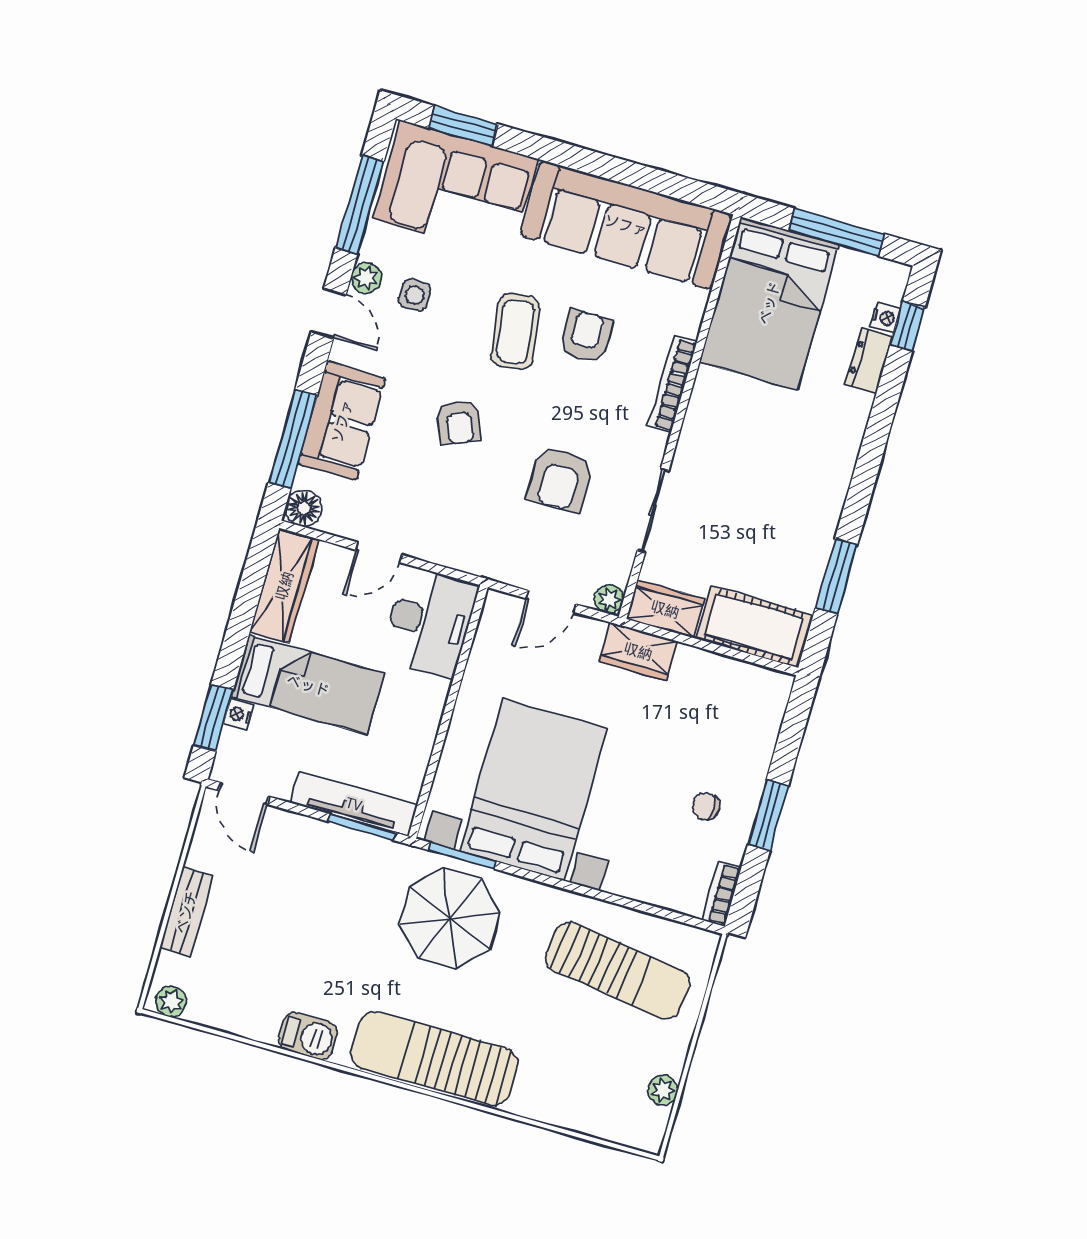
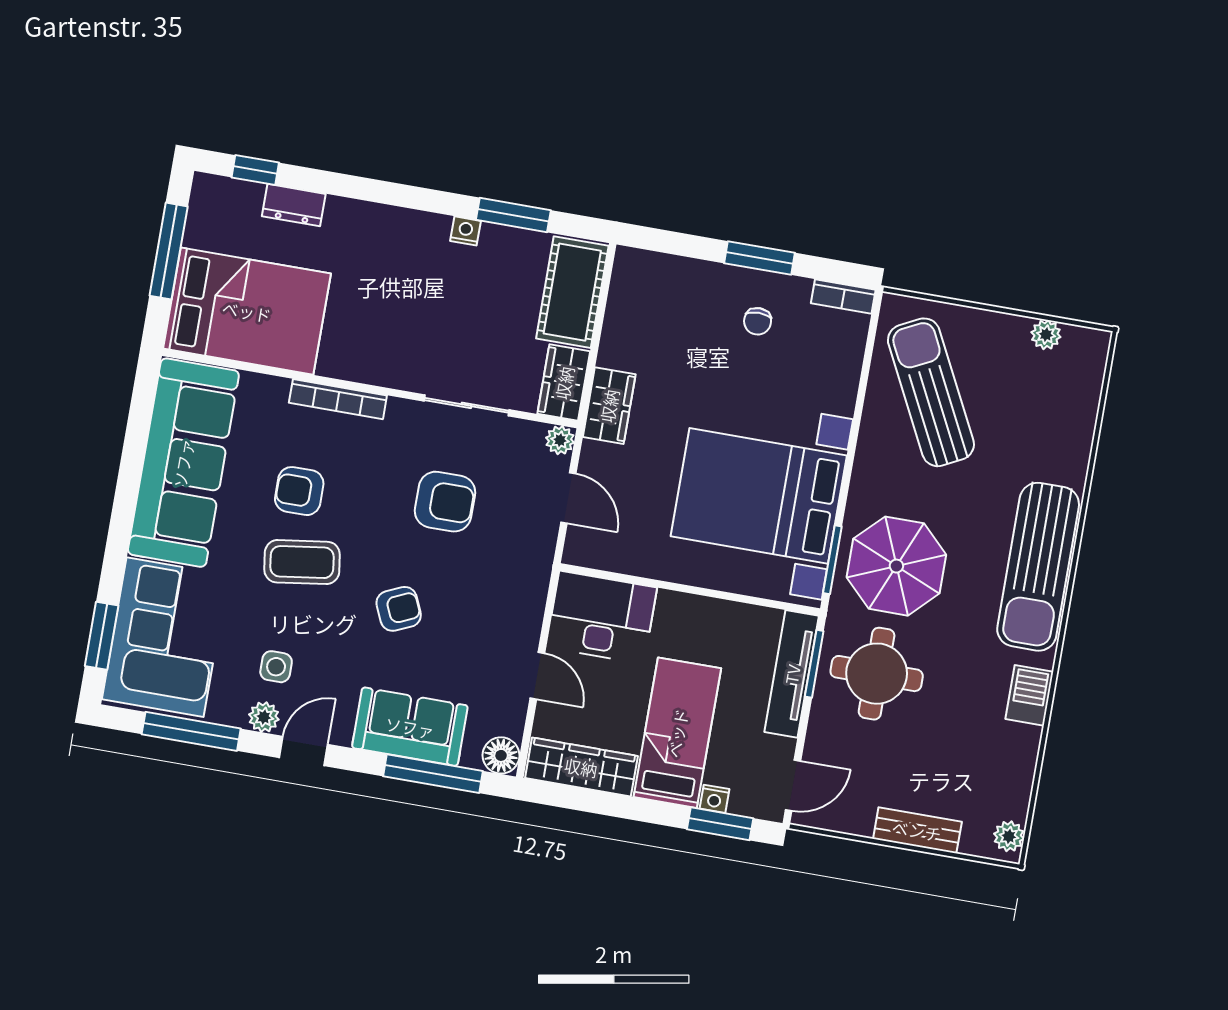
nightstand: (885, 318) -> (465, 231), moved
round table: (346, 888) -> (877, 674), added
sun lounger: (618, 971) -> (931, 392), turned -35

